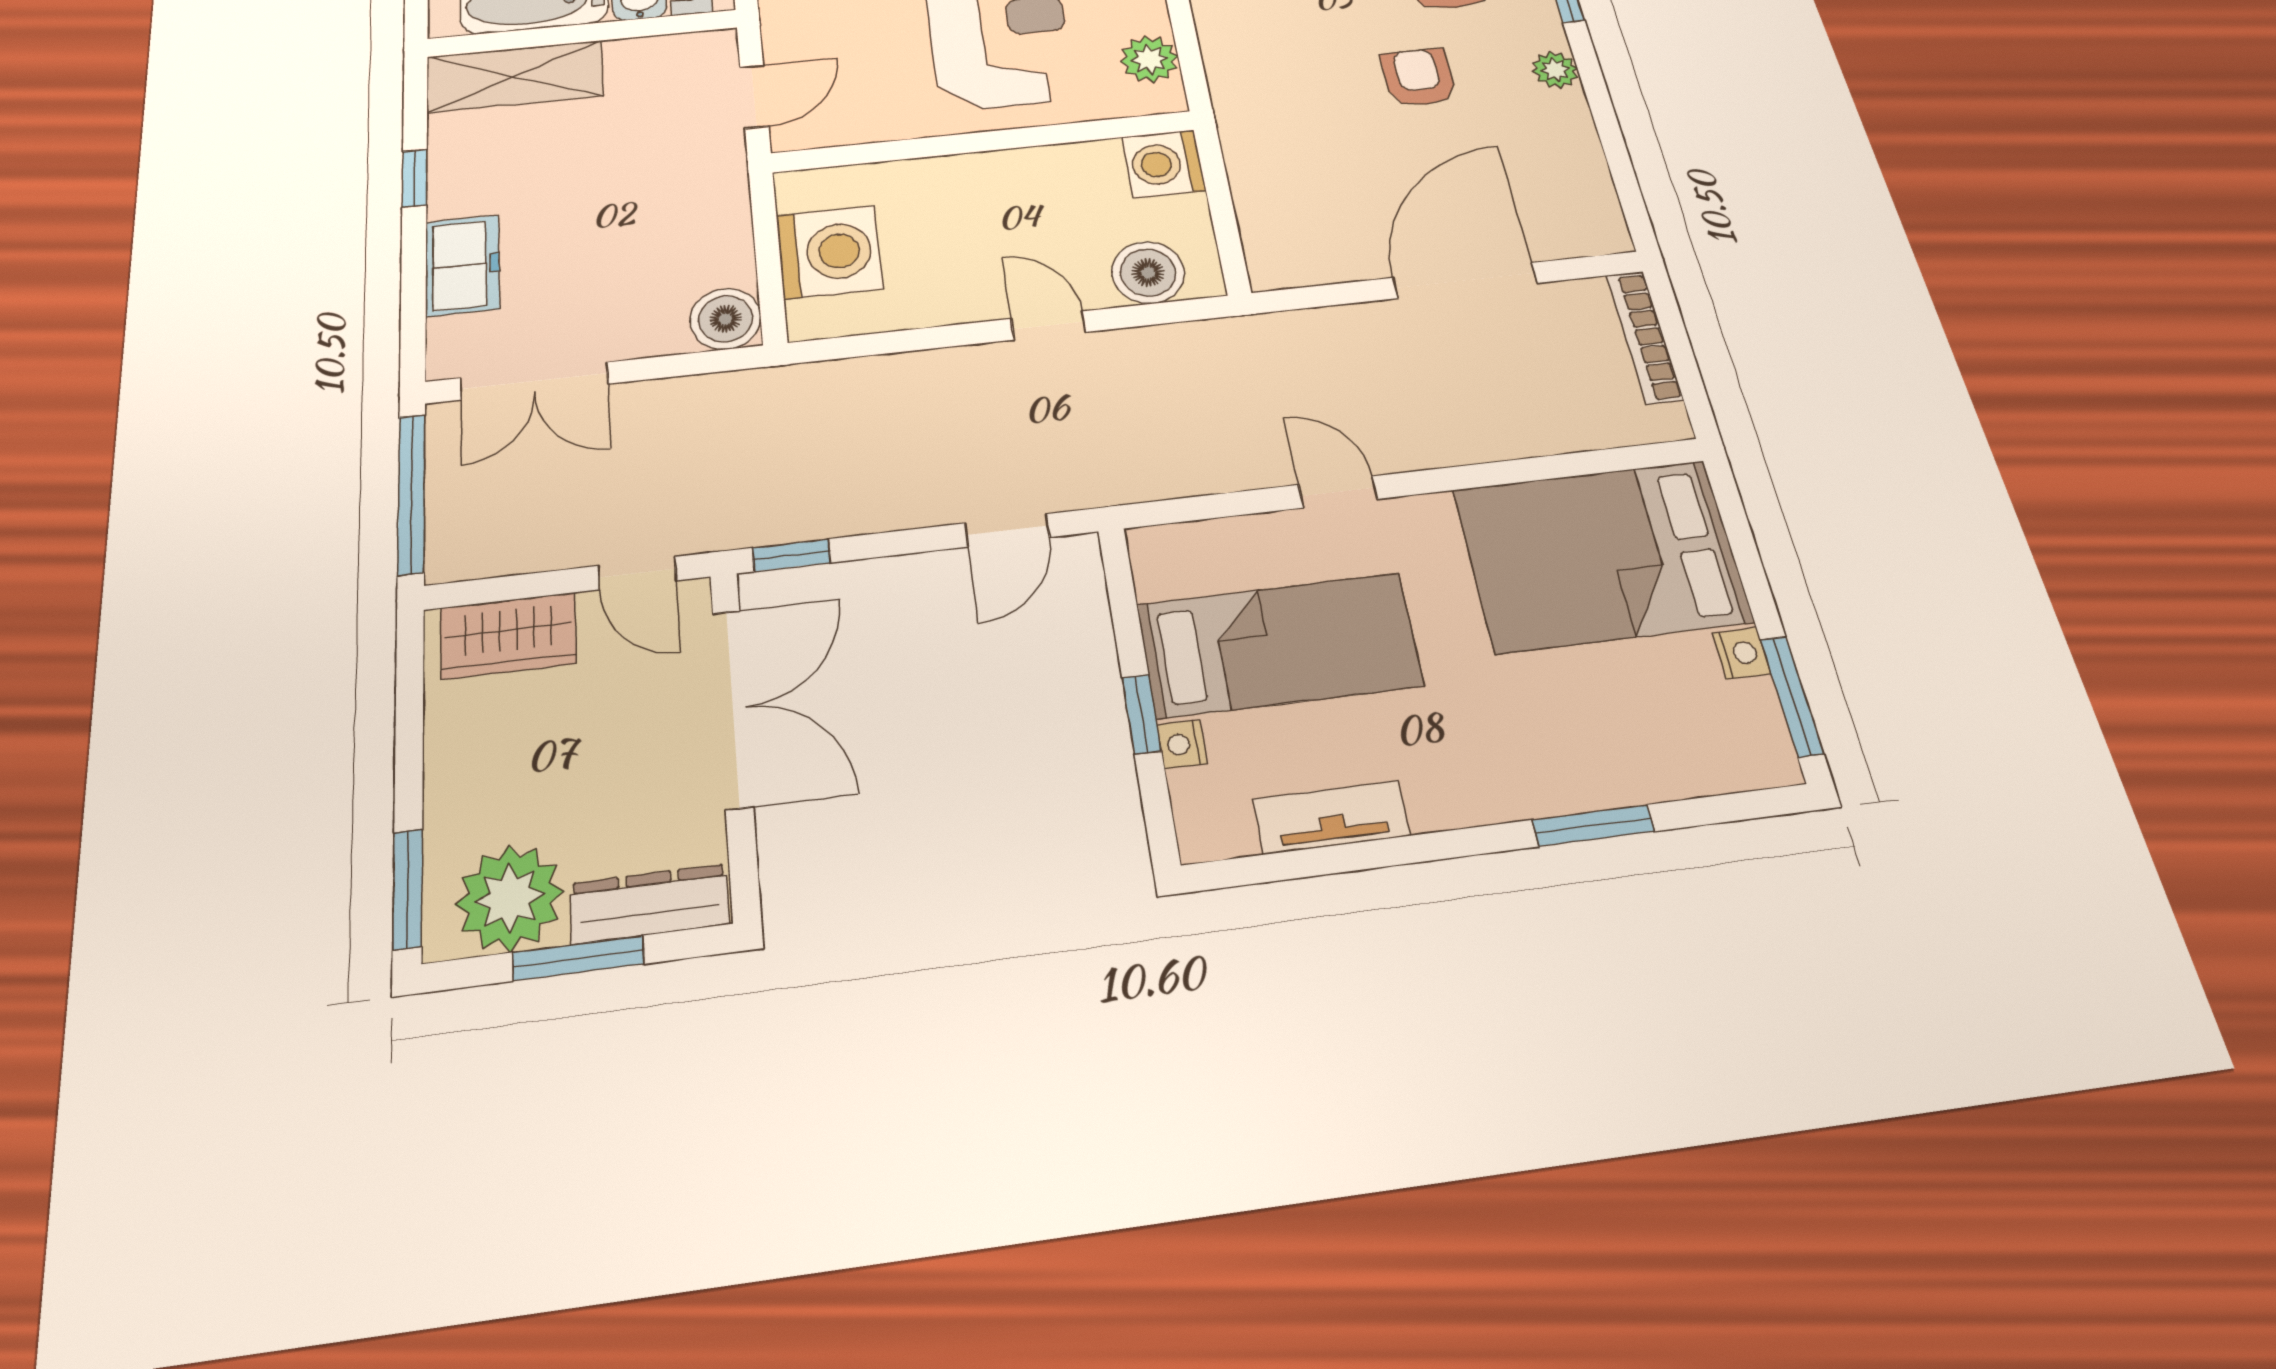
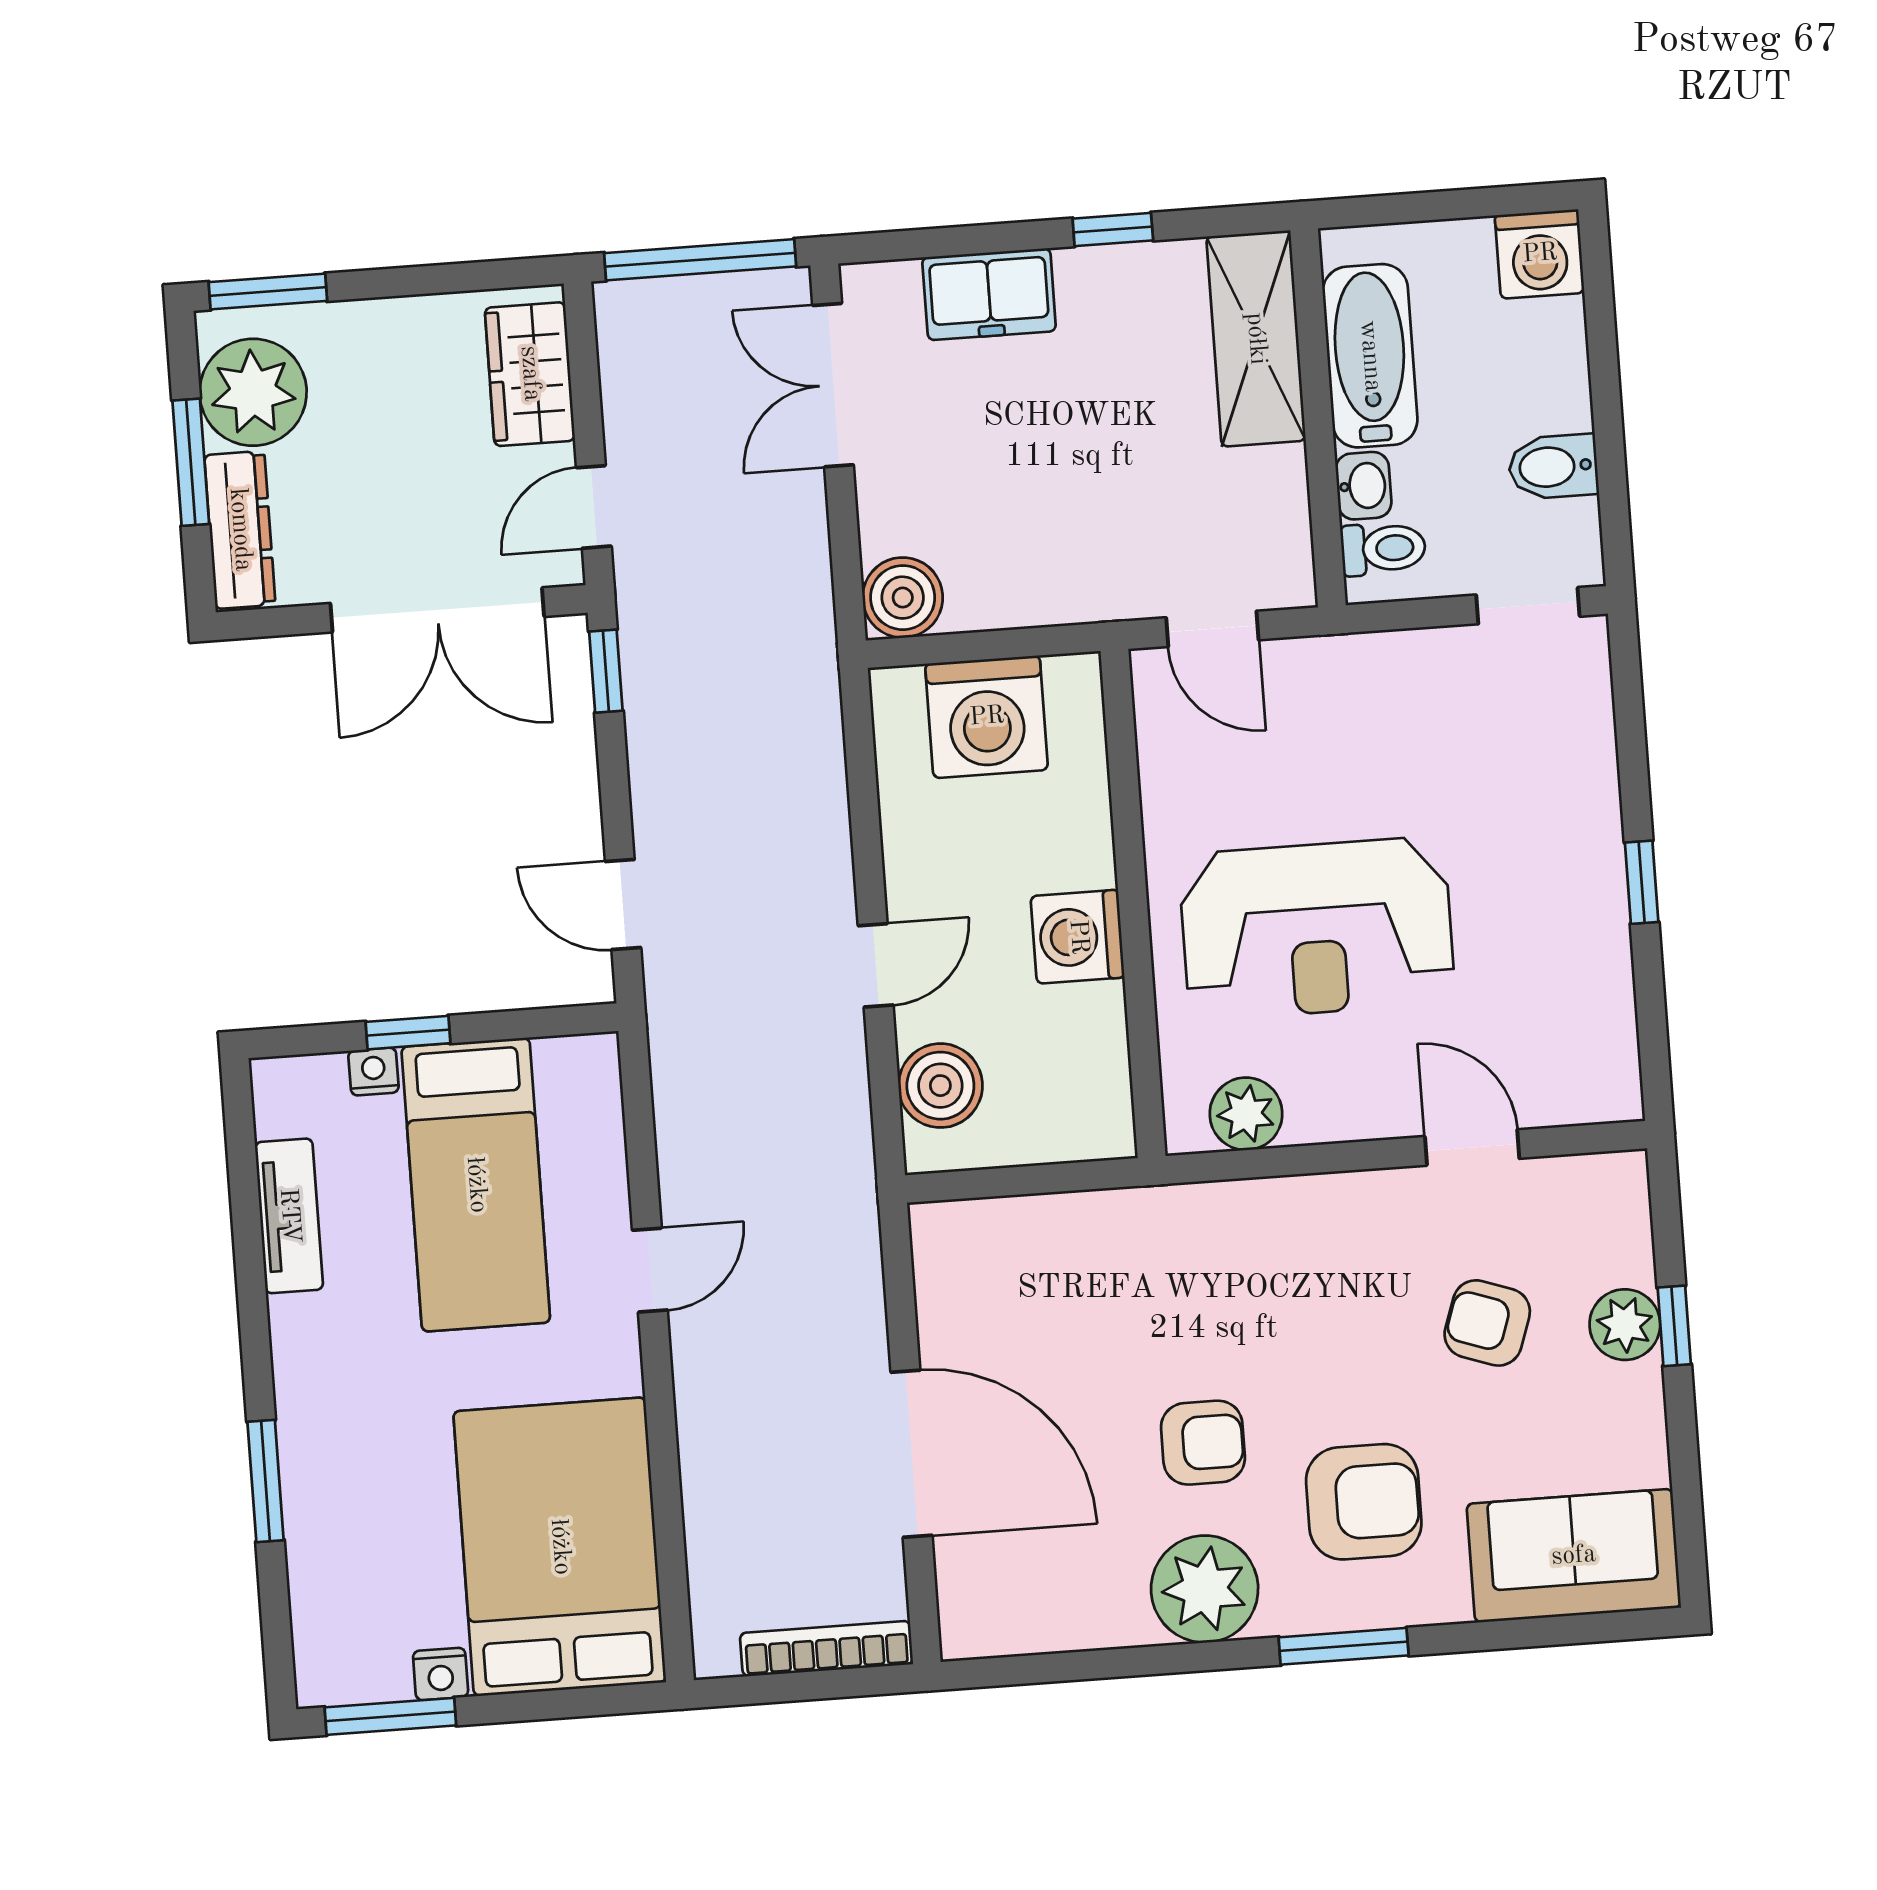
plant: (1555, 70) -> (1205, 1589), width x1.88, depth x1.88
washing machine: (1164, 164) -> (1078, 937), moved, turned -90

